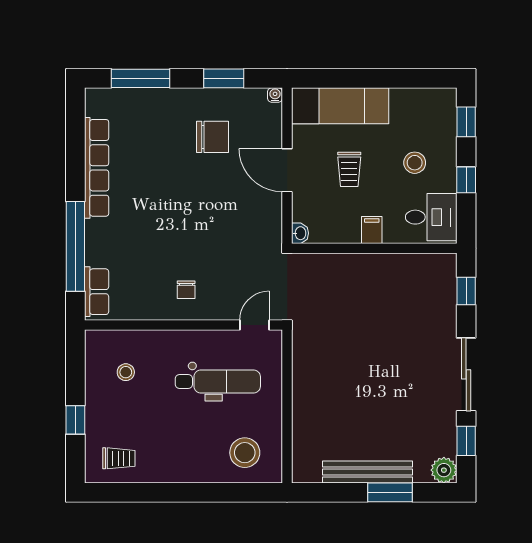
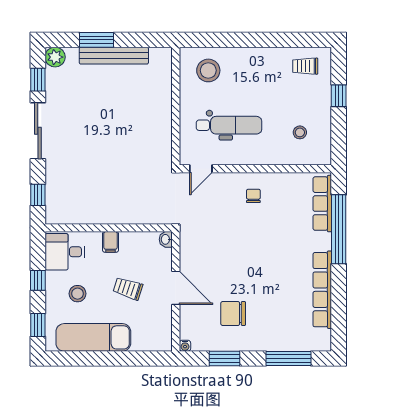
exam couch: (340, 106) -> (93, 337), moved
trolley: (349, 169) -> (128, 289), turned -72
row of seats: (97, 292) -> (322, 204), width x1.48
dental chair: (218, 382) -> (229, 125), turned 180

